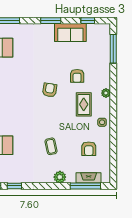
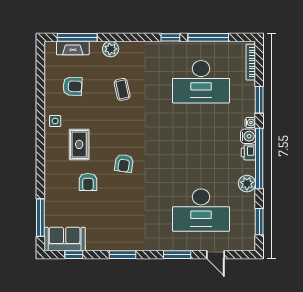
sofa: (70, 33) -> (65, 239), moved
armchair: (77, 76) -> (88, 182), turned 180
plant: (106, 93) -> (50, 159), removed
armchair: (89, 149) -> (73, 86), turned 93

